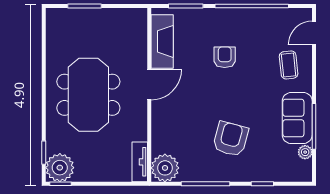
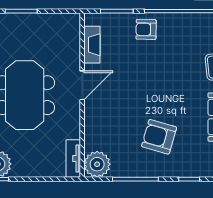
fireplace: (162, 41) -> (92, 45), width x0.73, depth x0.76
armchair: (225, 57) -> (146, 29), moved, turned -89
armchair: (231, 139) -> (159, 137), turned -89

